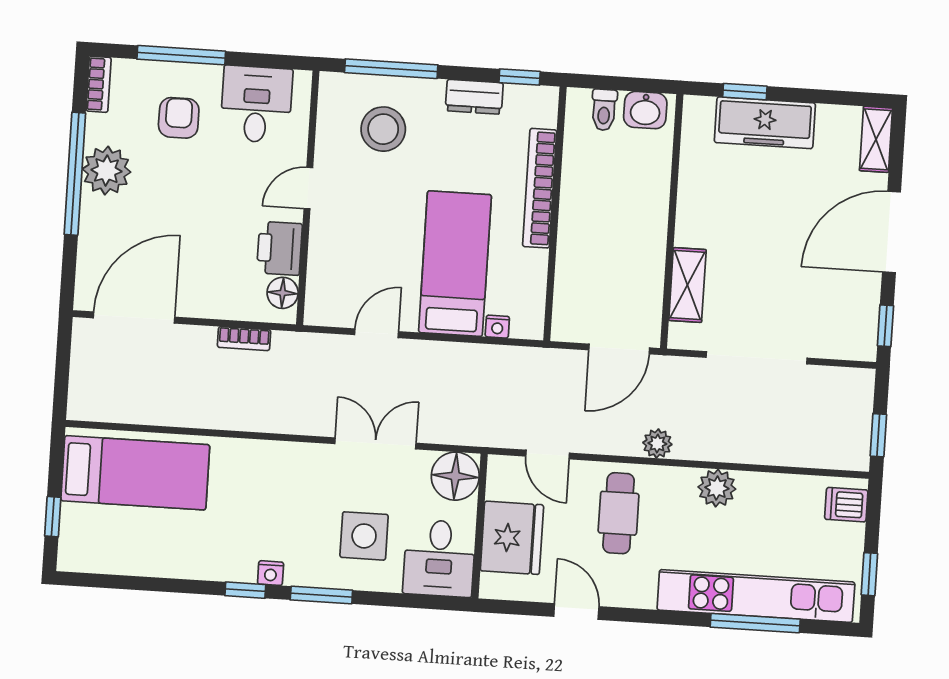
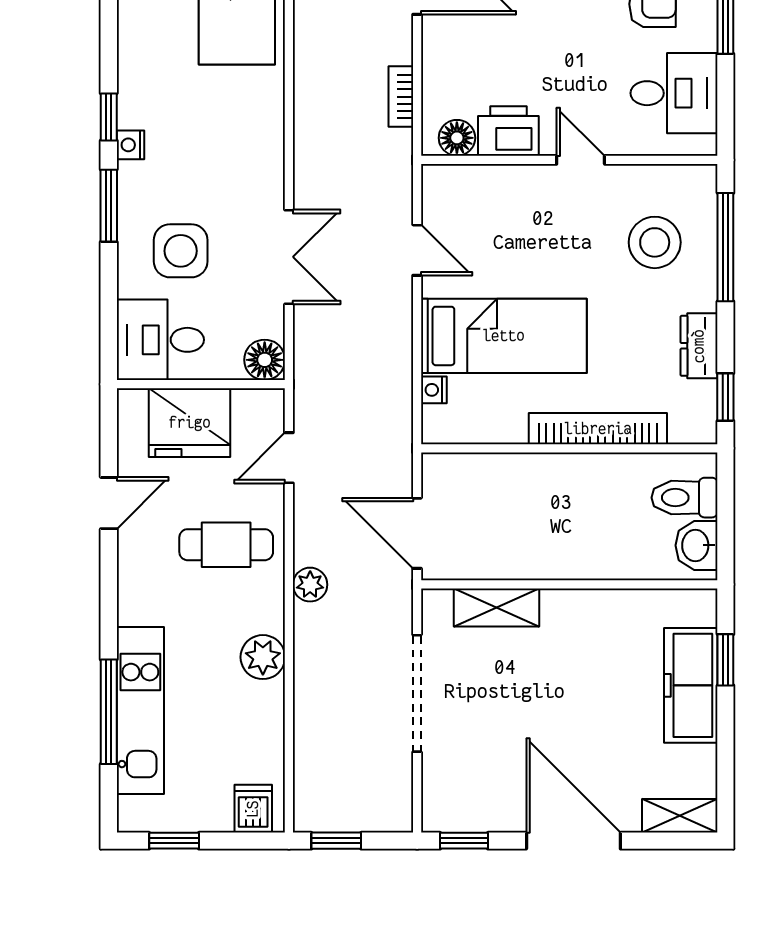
toilet: (604, 110) -> (684, 498), width x1.37, depth x1.39
floor lamp: (455, 476) -> (265, 360), width x0.73, depth x0.73
kitchen unit: (756, 596) -> (140, 711), width x0.73

